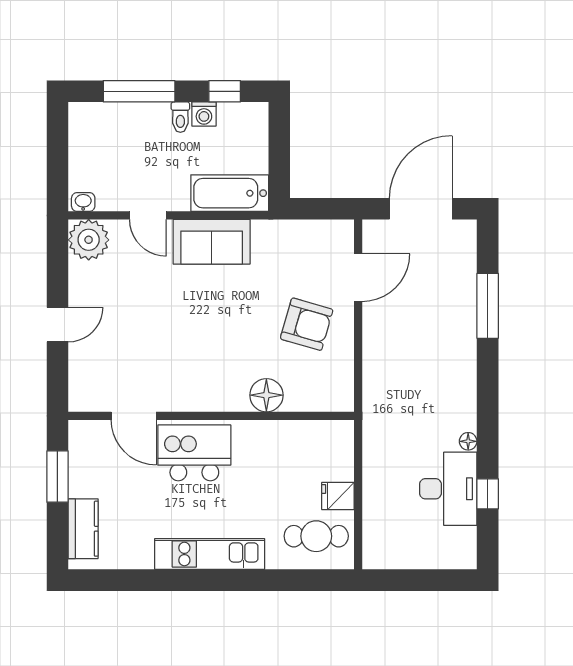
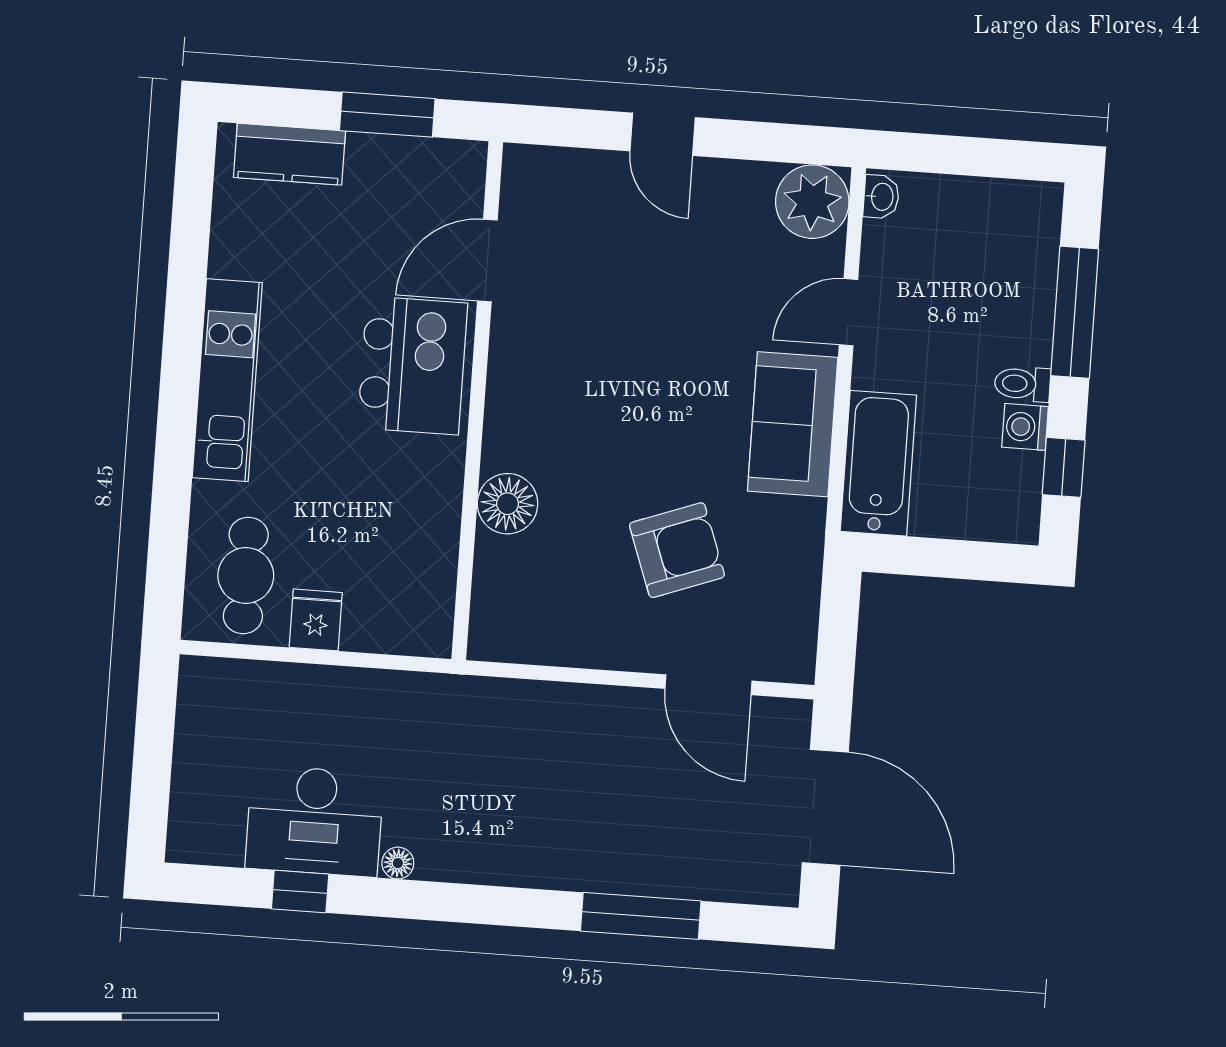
armchair: (307, 324) -> (677, 550), moved, turned -126

